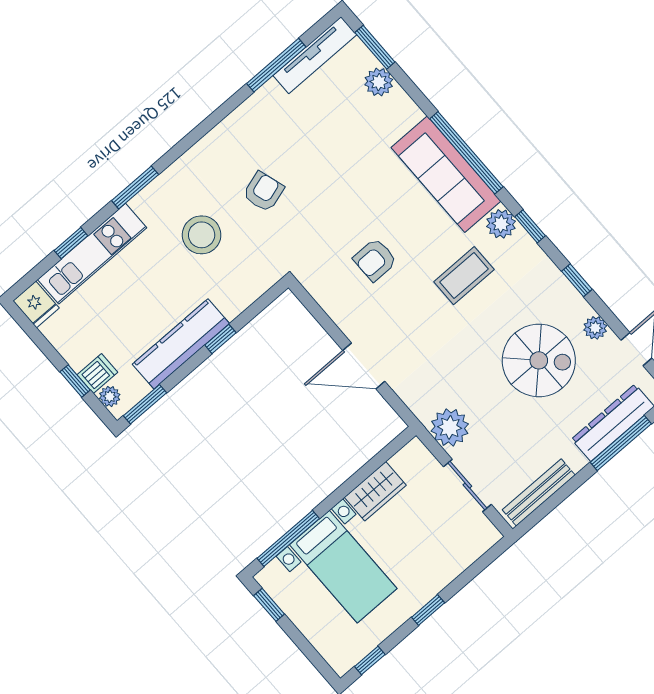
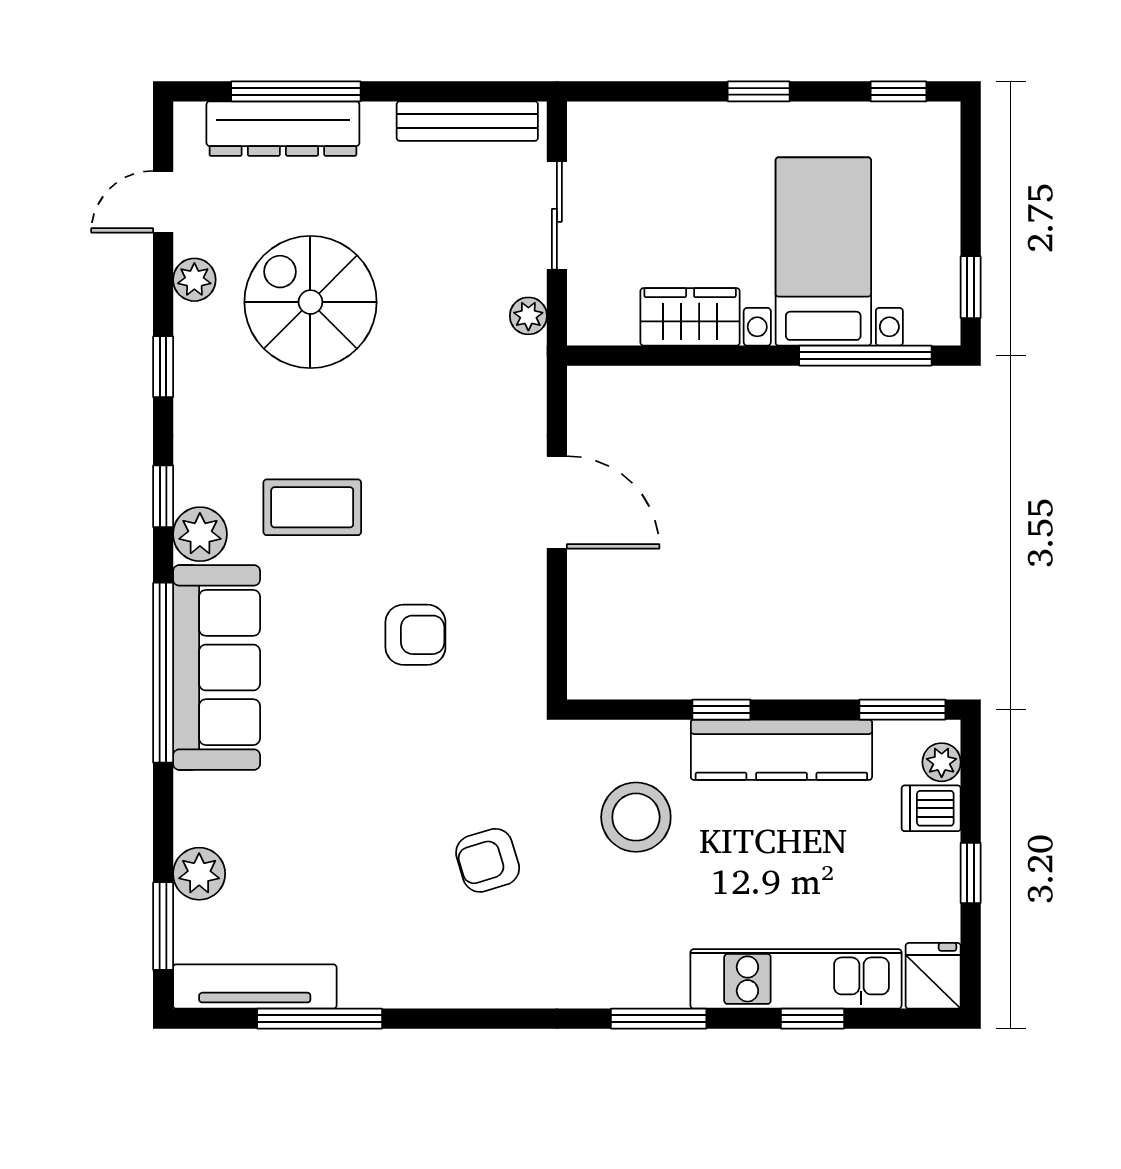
stool: (202, 235) -> (636, 817), moved
window: (75, 381) -> (971, 873), moved
plant: (450, 427) -> (528, 316), width x0.53, depth x0.53

